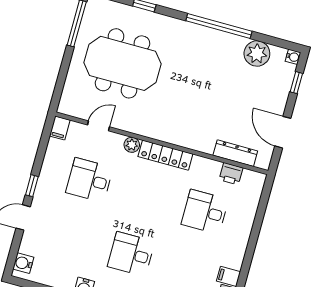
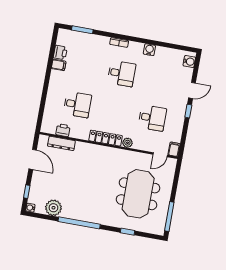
meeting table: (122, 63) -> (138, 194), turned 90
door: (99, 126) -> (160, 155), moved

